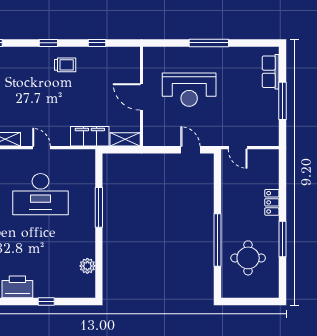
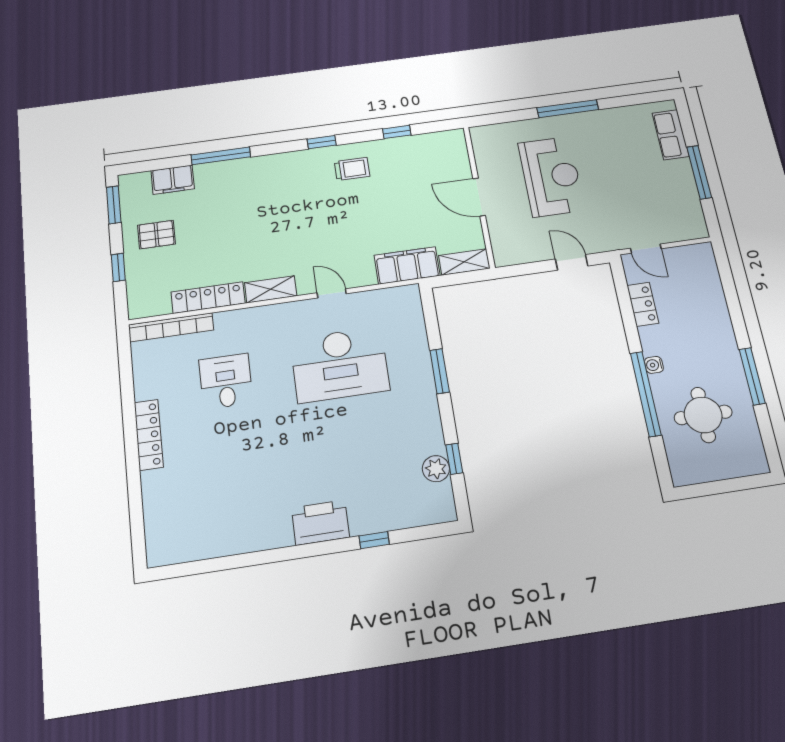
reception desk: (189, 90) -> (551, 176), turned -90
locker: (272, 202) -> (643, 304), moved, turned 180
window: (99, 207) -> (440, 371), width x0.69
water cooler: (226, 223) -> (654, 365), added
window: (99, 262) -> (454, 459), added

